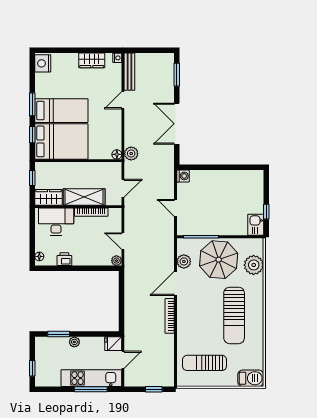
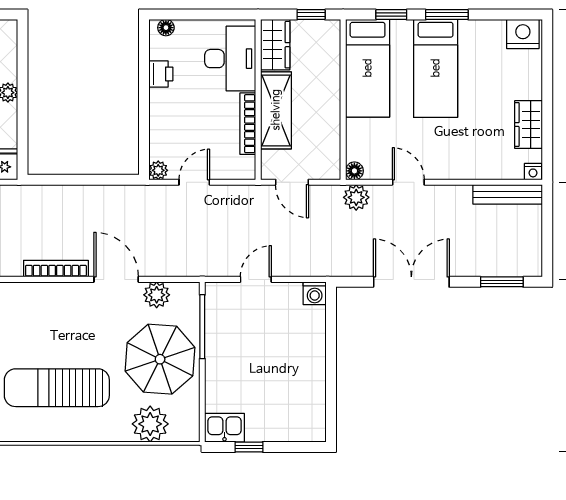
door: (123, 100) -> (408, 182), moved
bed: (61, 141) -> (368, 68), width x0.67
window: (59, 334) -> (22, 63), removed

